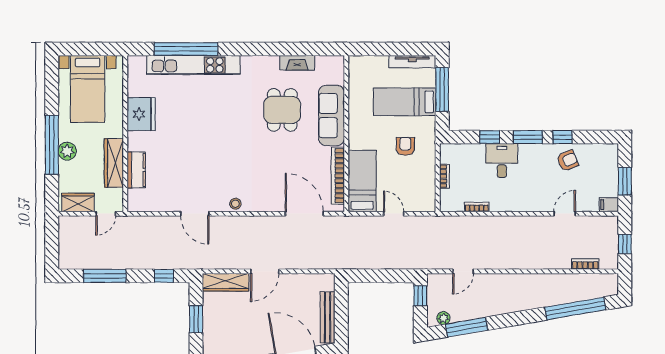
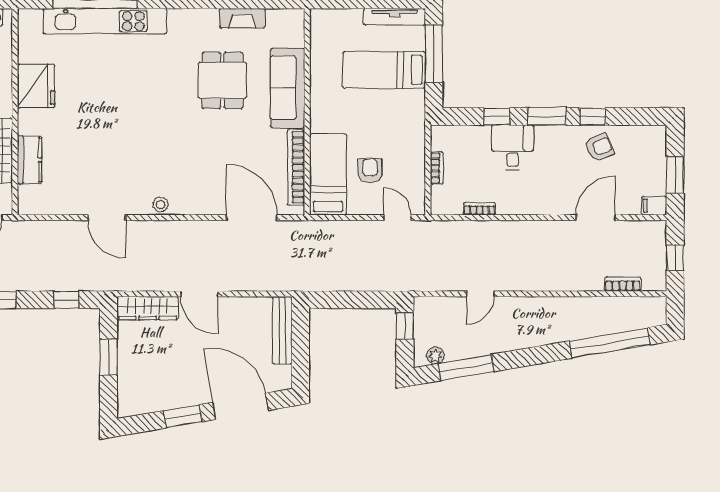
armchair: (405, 146) -> (370, 171), moved
door: (394, 214) -> (397, 218), moved
door: (565, 214) -> (596, 218), width x1.38
door: (265, 271) -> (199, 294), hinge flipped
door: (463, 271) -> (480, 294), moved
bench: (328, 317) -> (282, 330), moved

